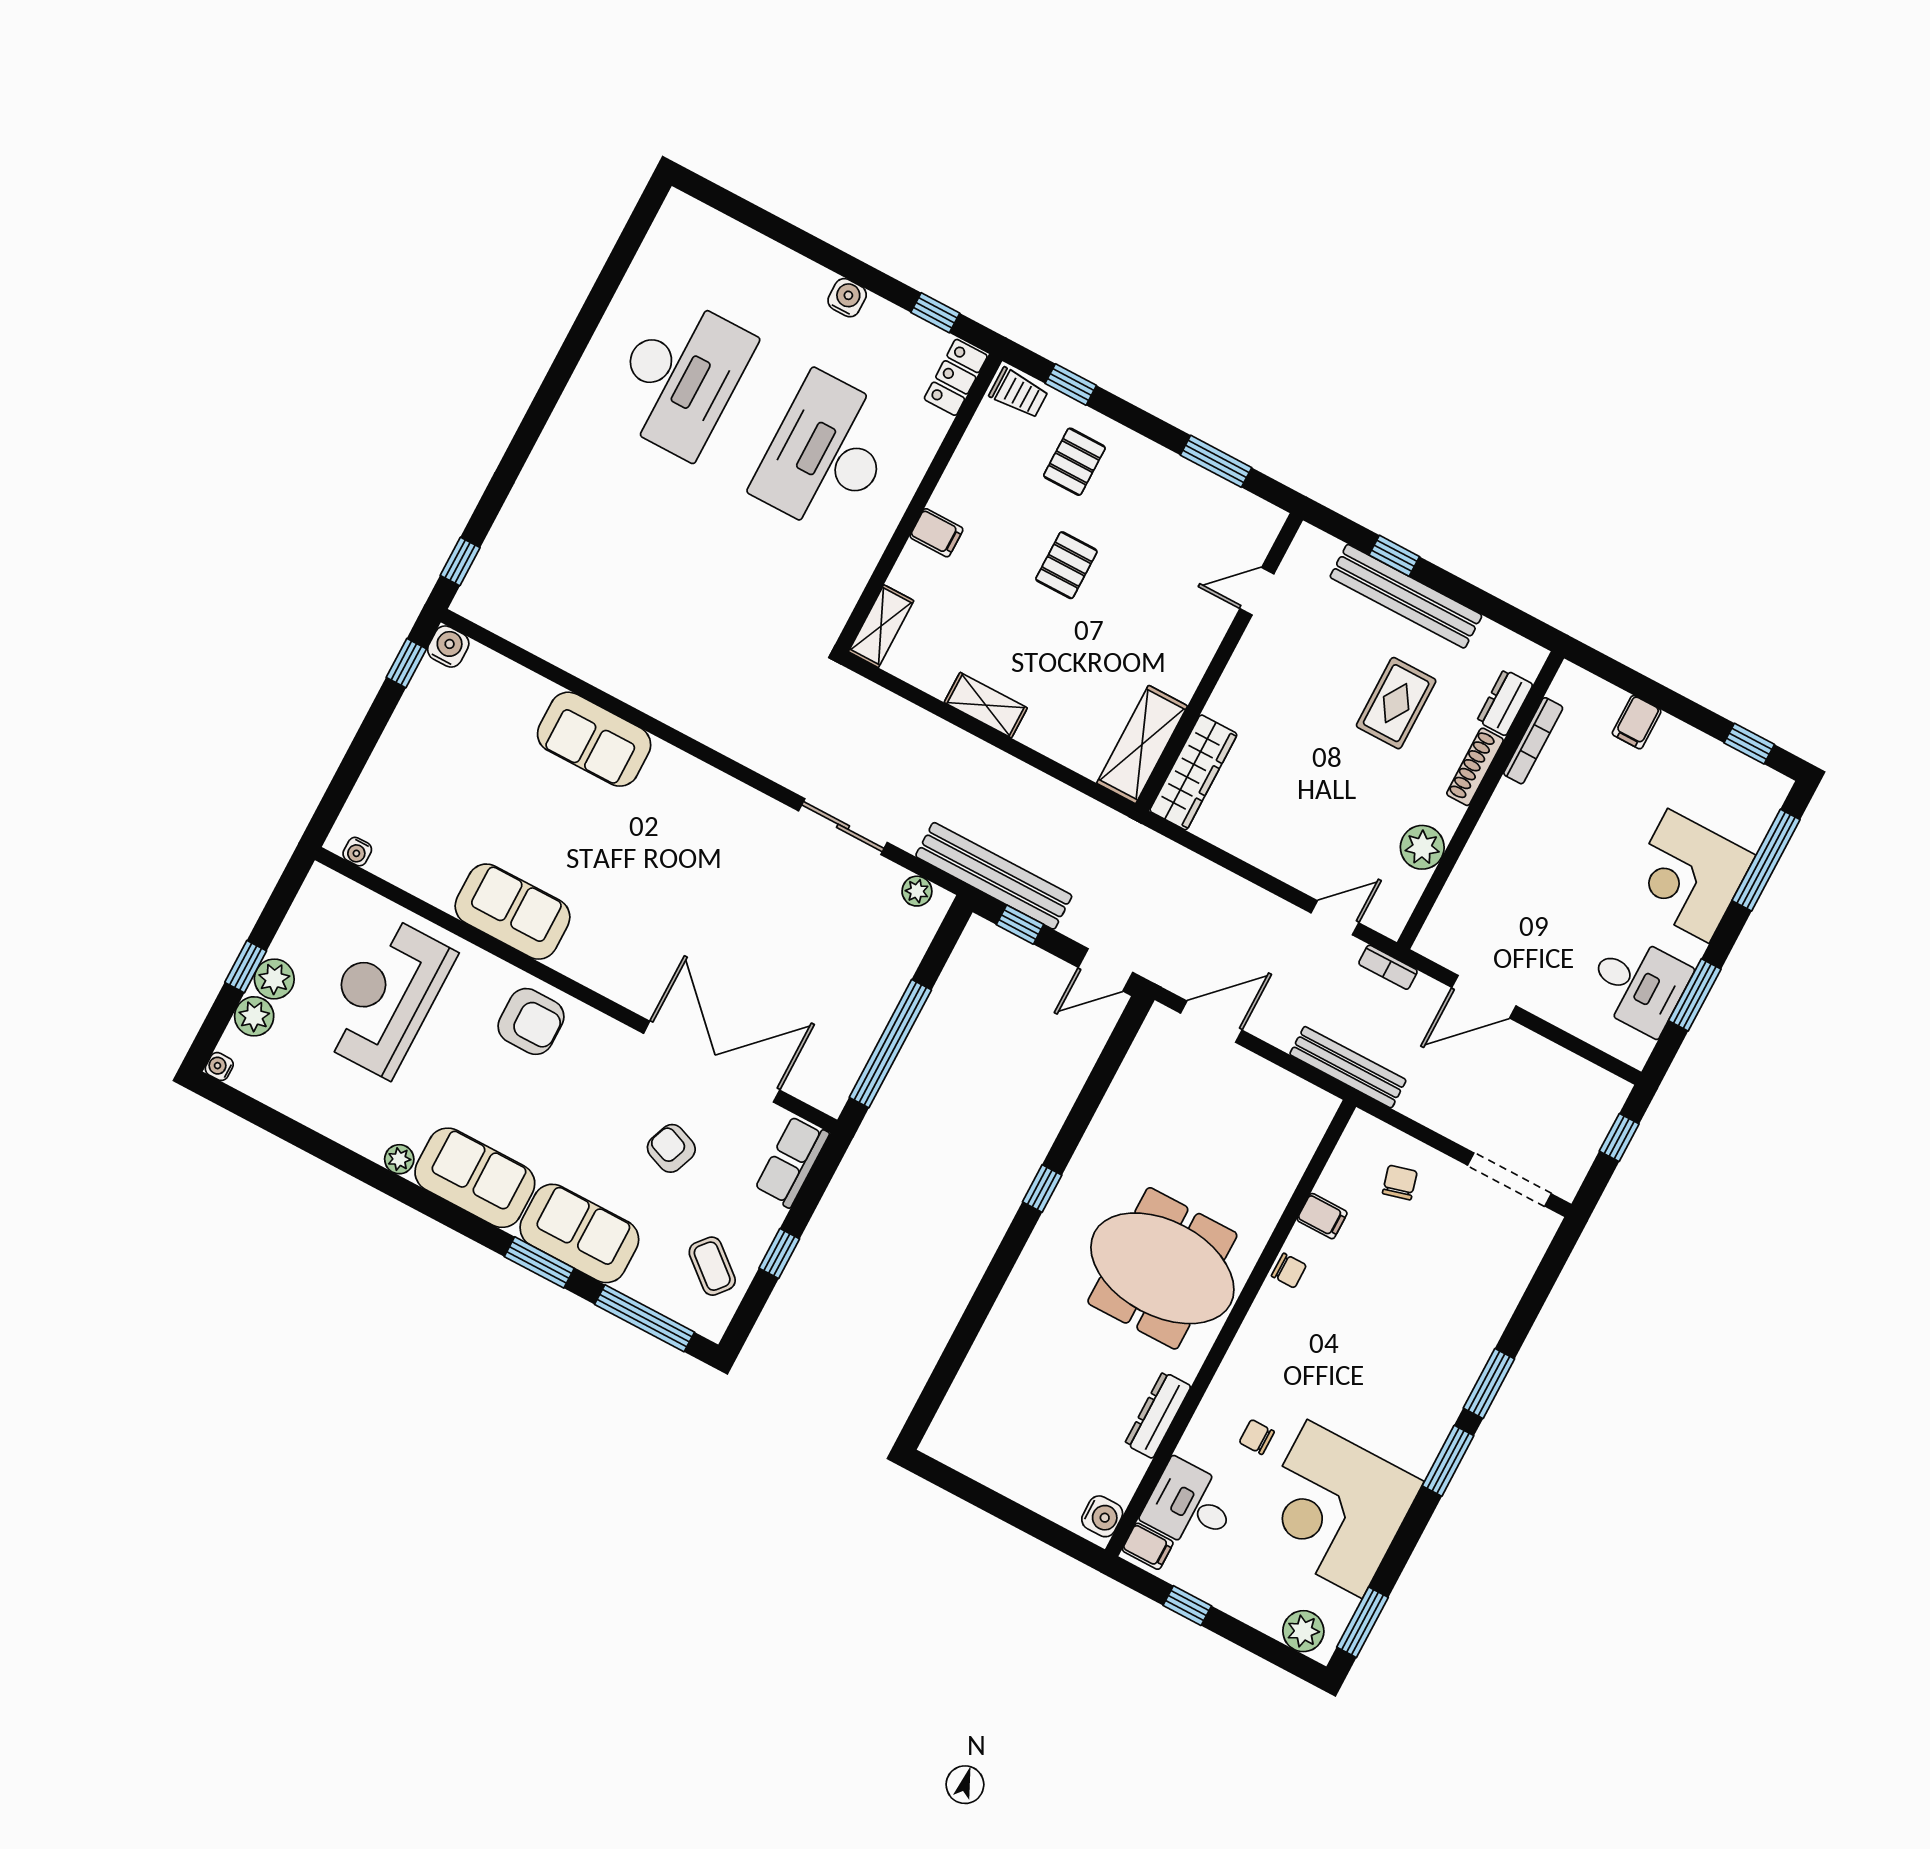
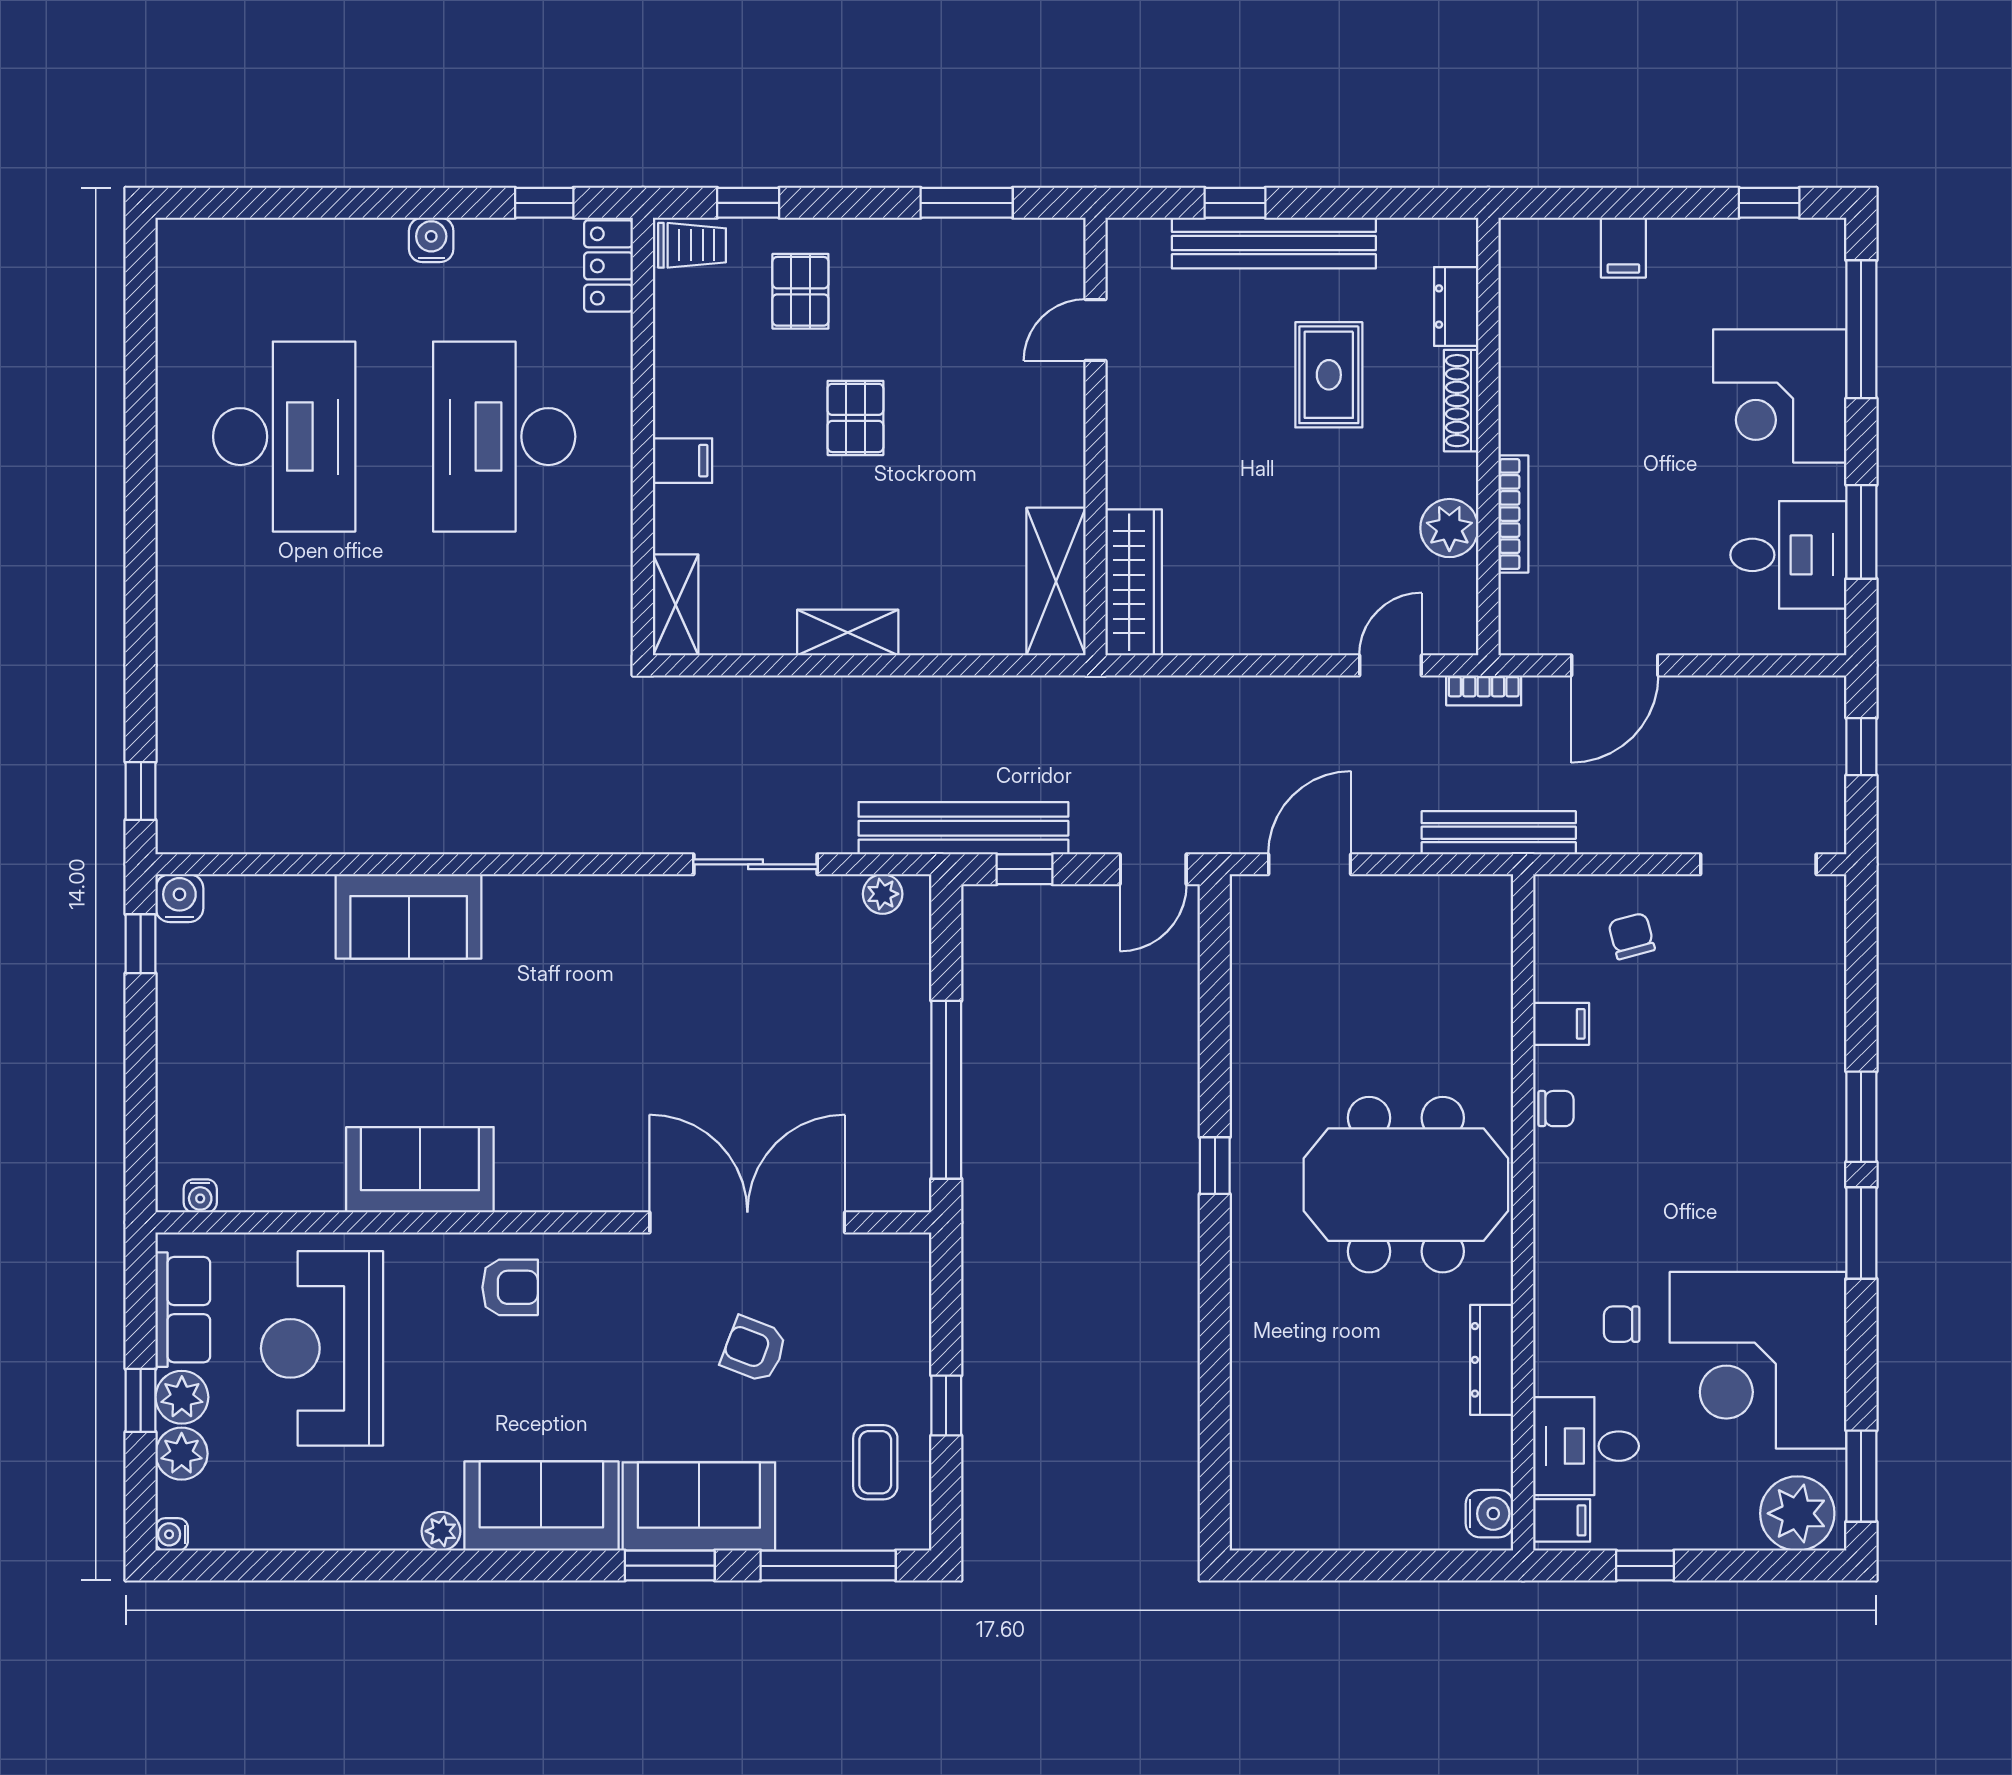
bookcase: (1533, 741) -> (1513, 514), moved
armchair: (531, 1021) -> (510, 1287), width x0.72, depth x0.72
row of seats: (792, 1161) -> (183, 1310), moved, turned 180
coffee table: (712, 1266) -> (875, 1462), turned 50
plant: (1303, 1631) -> (1797, 1513), width x1.36, depth x1.36

